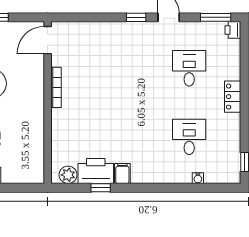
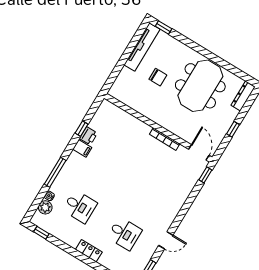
window: (136, 17) -> (205, 175), moved
printer: (96, 171) -> (88, 136), width x0.53, depth x0.68
plant: (68, 175) -> (45, 207), moved
window: (168, 188) -> (55, 172), added

